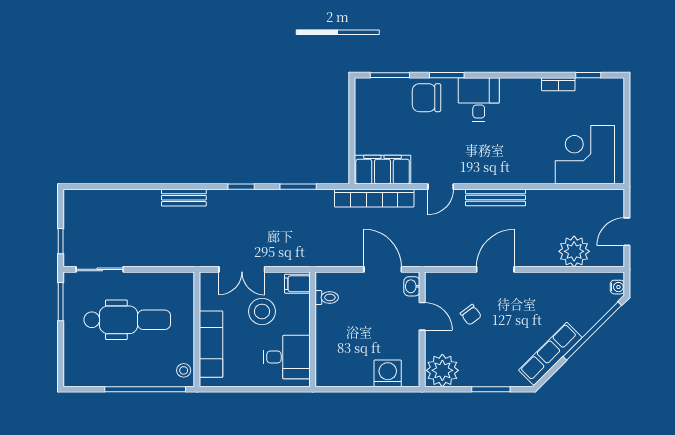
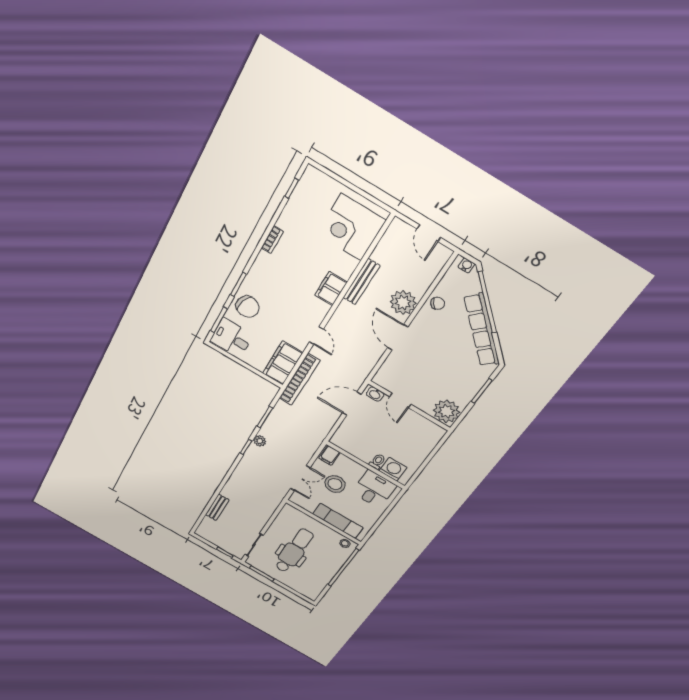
bookcase: (558, 84) -> (272, 240), moved
chair: (427, 98) -> (248, 307), turned -72
desk: (479, 100) -> (232, 338), moved
filing cabinet: (505, 172) -> (331, 289), added
bench: (184, 198) -> (217, 507), moved
plant: (261, 198) -> (260, 441), added
bench: (495, 198) -> (361, 282), moved
plant: (574, 251) -> (403, 303), moved
toilet: (327, 297) -> (377, 462), moved
chair: (471, 315) -> (438, 303), moved
door: (422, 316) -> (400, 400), swing flipped
row of seats: (550, 354) -> (482, 330), width x1.36
washing machine: (388, 373) -> (393, 469), moved, turned 90

